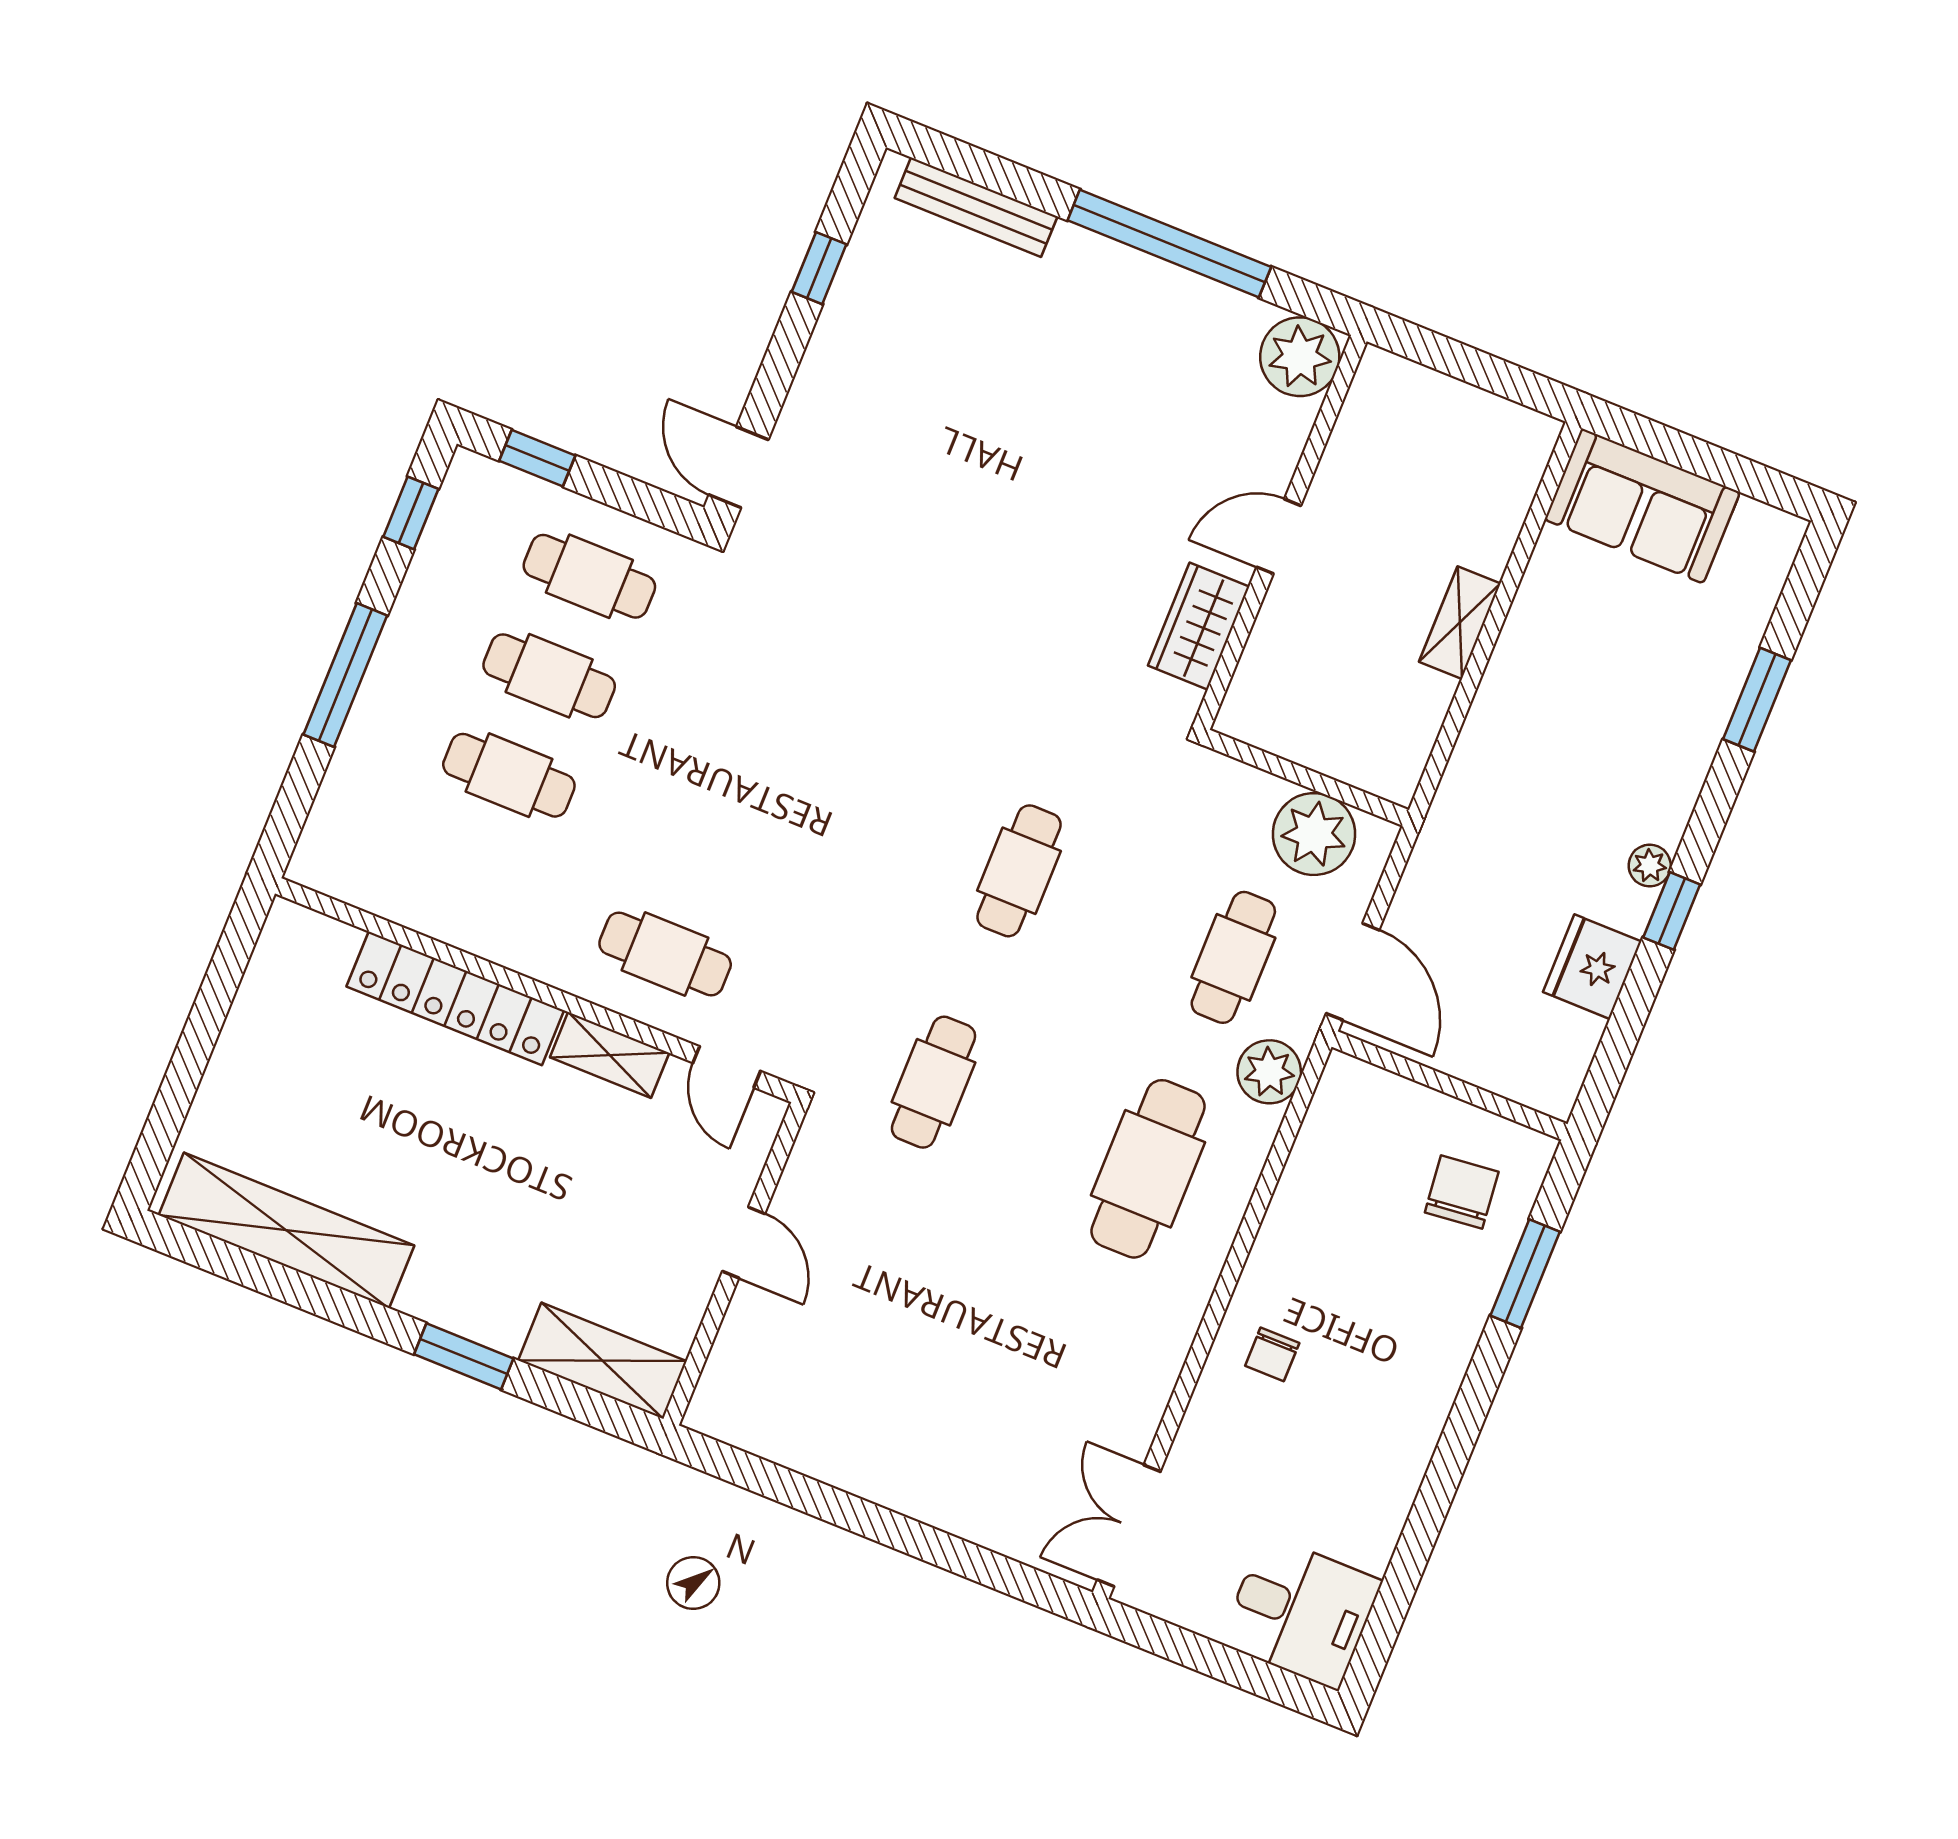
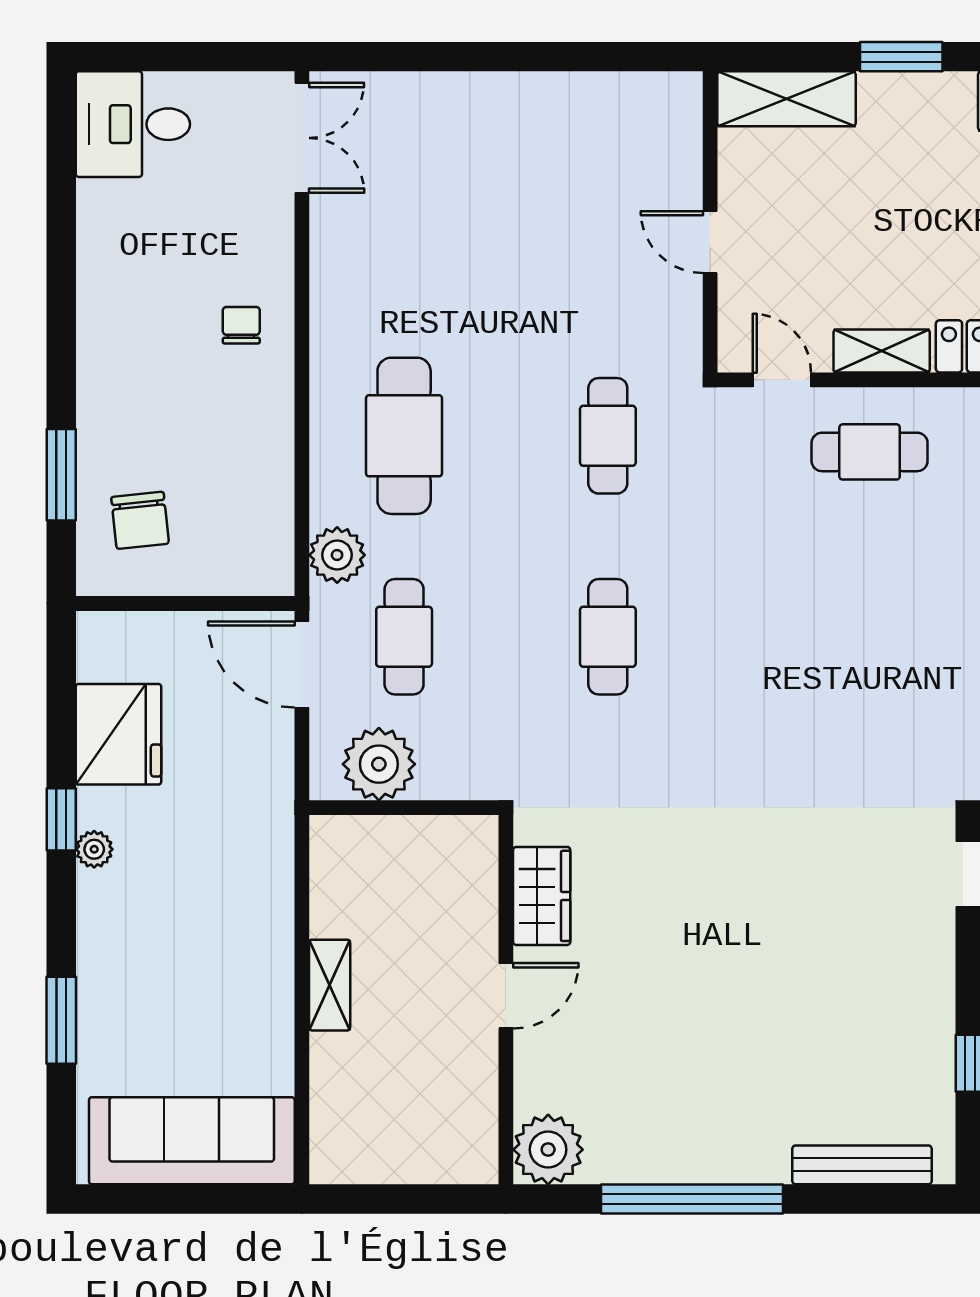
sofa: (1642, 506) -> (192, 1141), width x1.36
fridge: (1592, 967) -> (119, 734), width x1.36, depth x1.34

